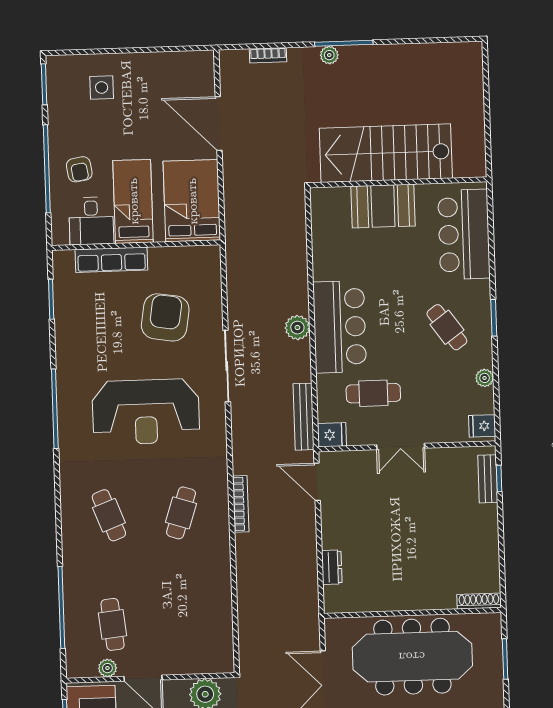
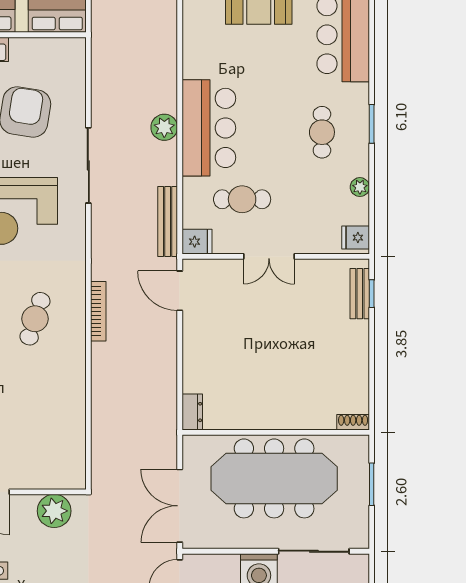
cafe table: (447, 327) -> (322, 132), turned 36
dresser: (332, 567) -> (192, 412), moved
shoe rack: (479, 601) -> (353, 422), width x0.70

